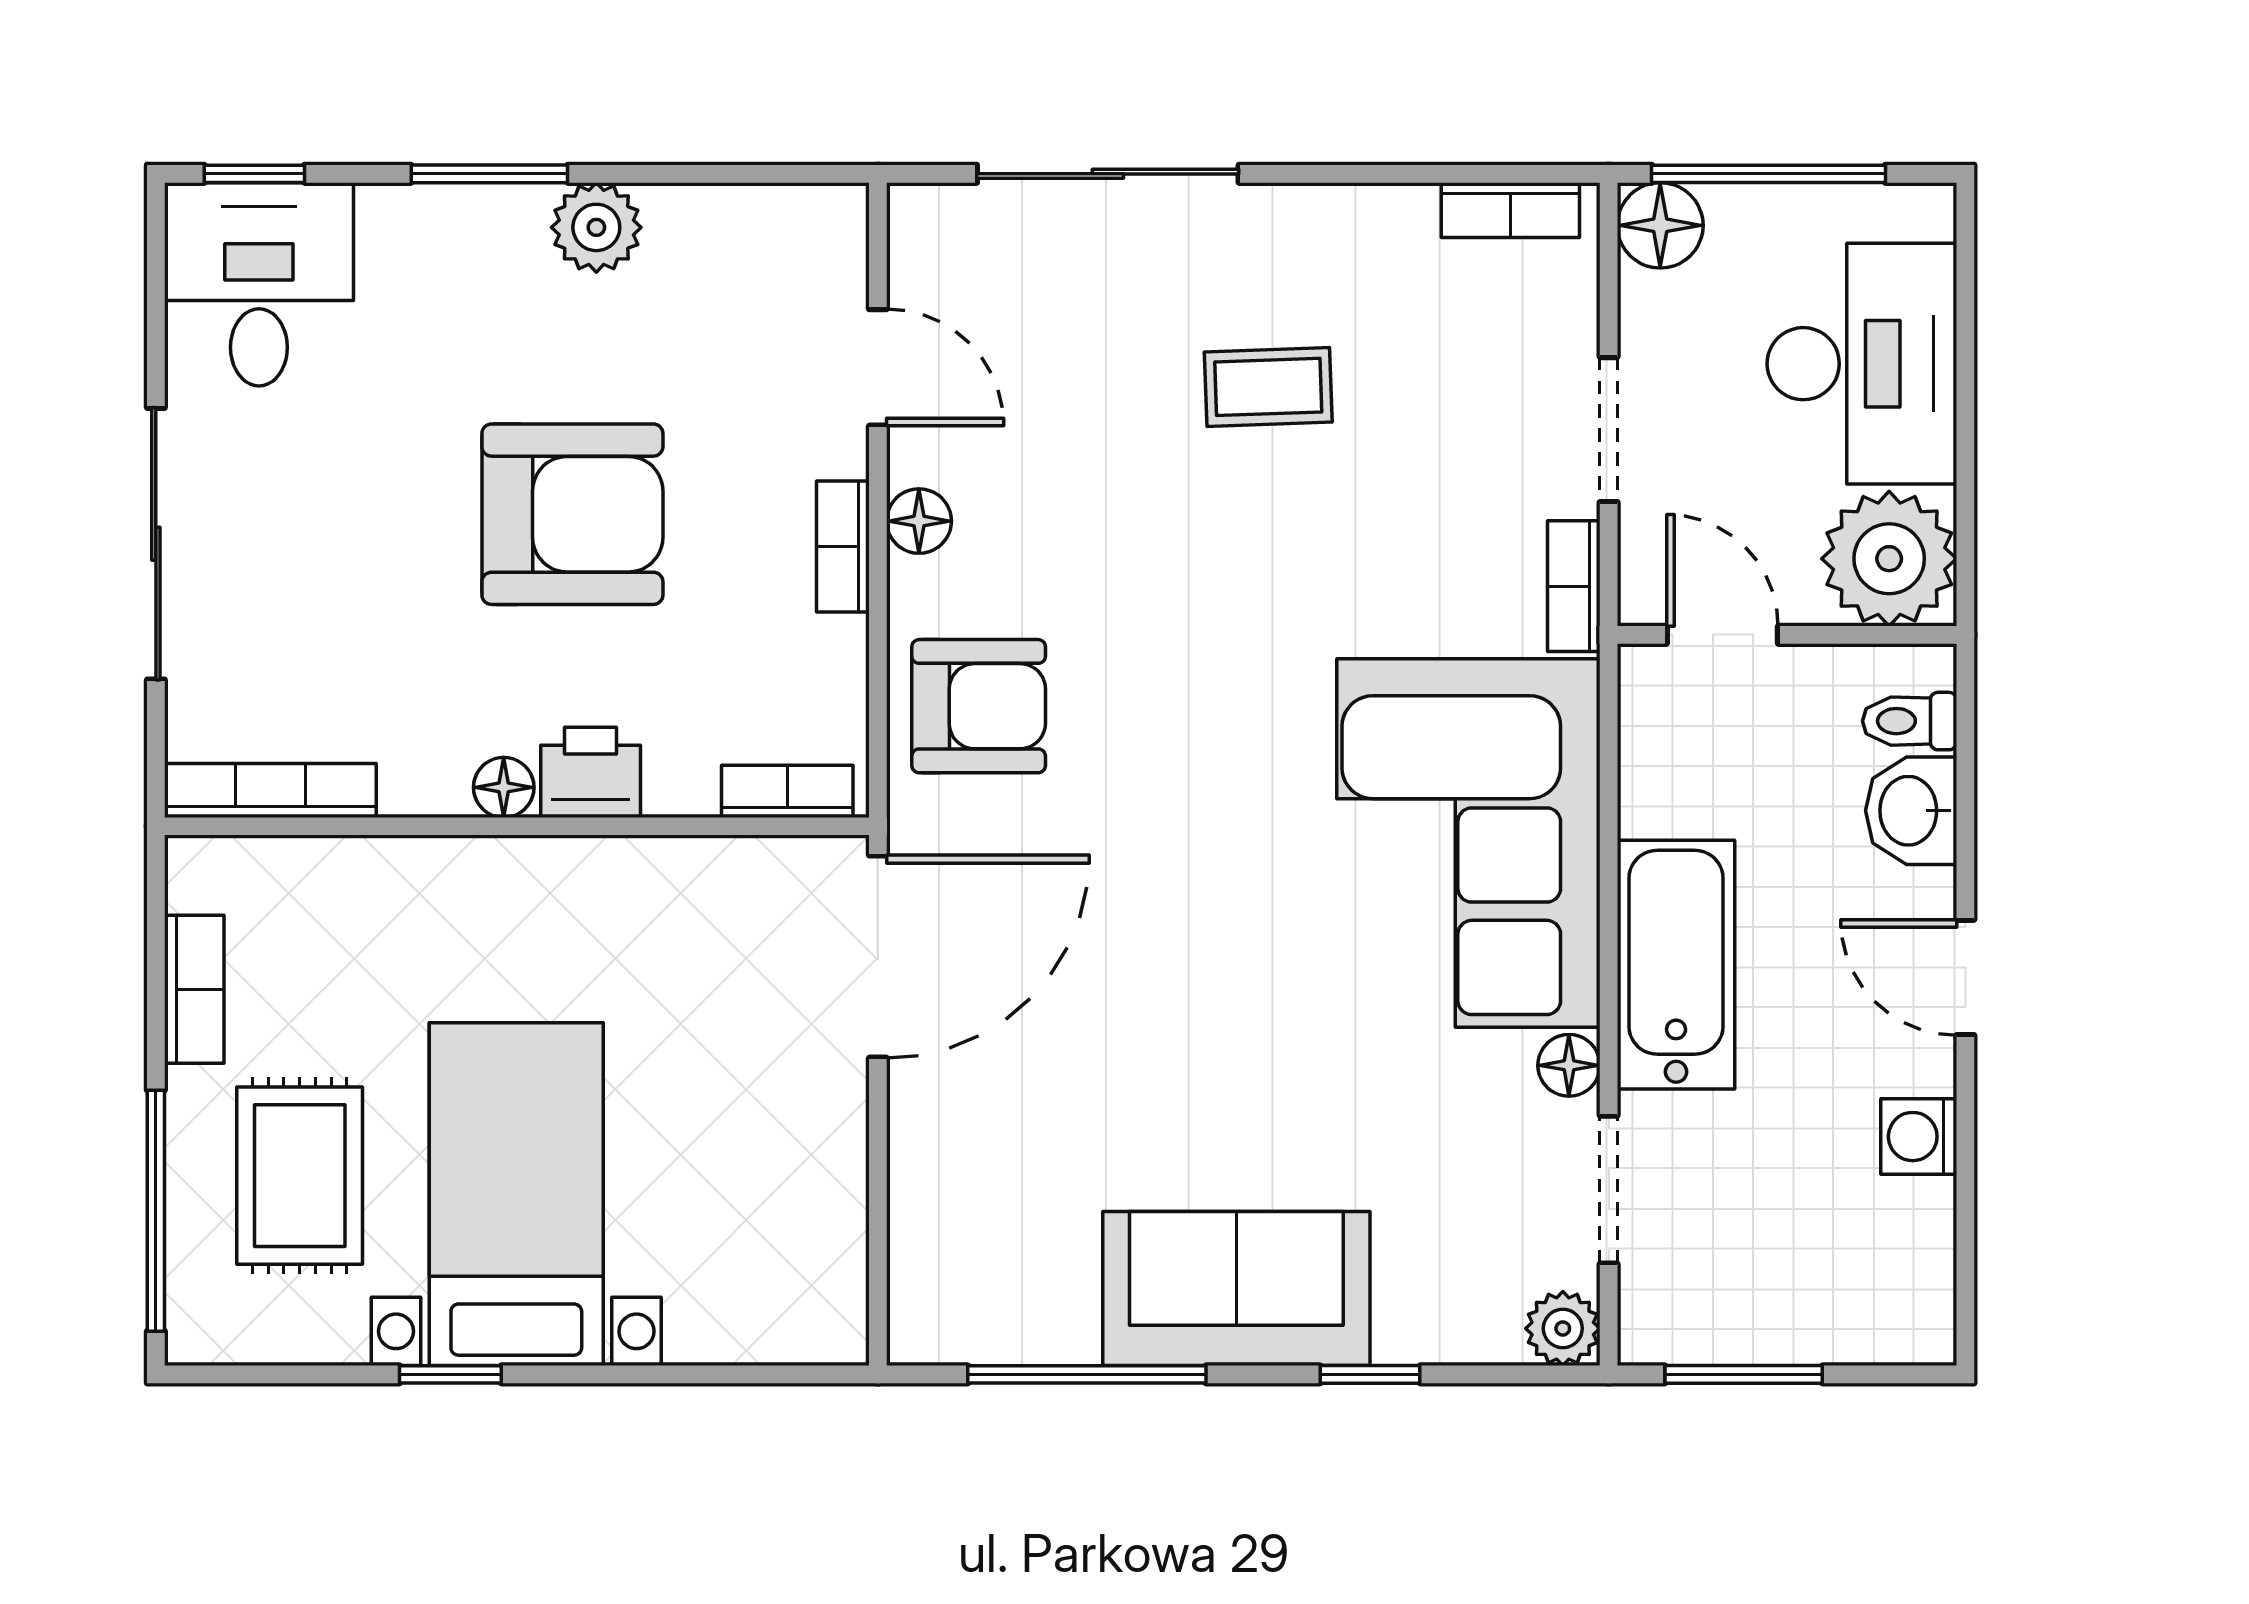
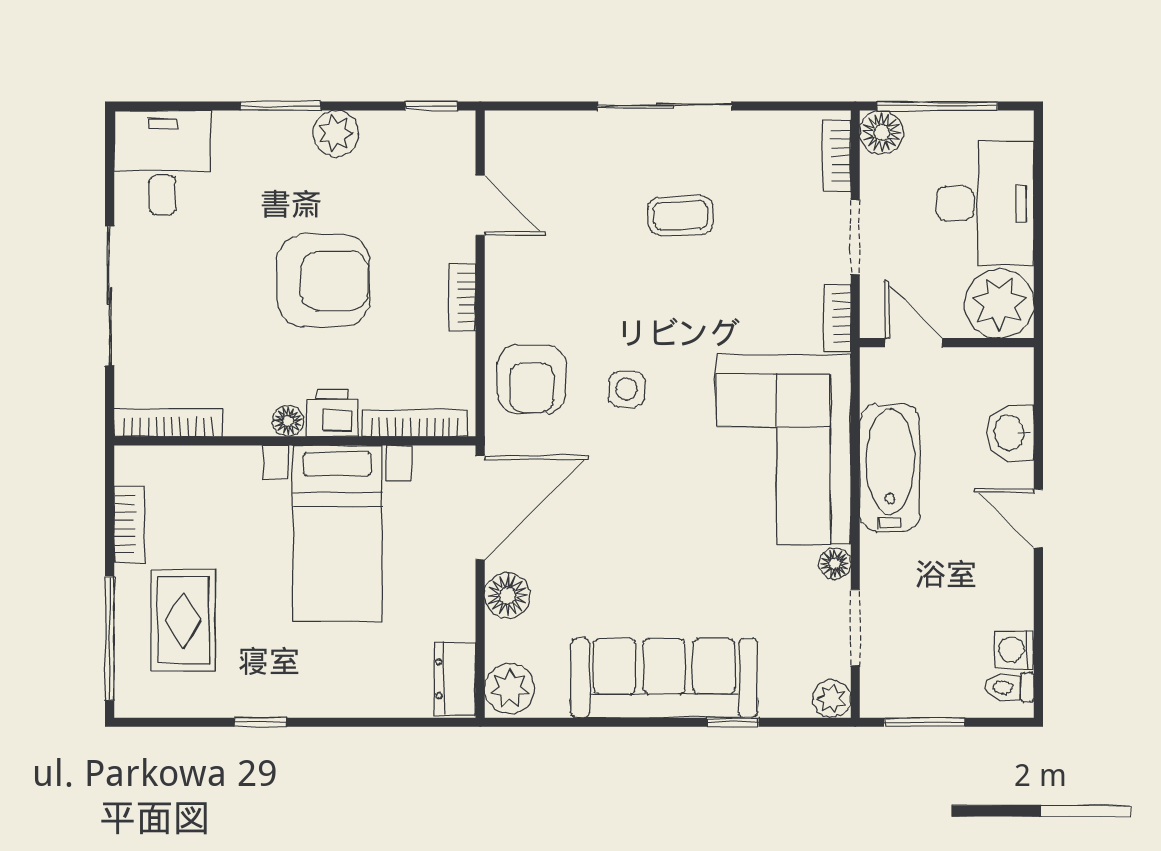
window: (254, 174) -> (431, 106), moved
sliding door: (1108, 174) -> (665, 106), moved
bookcase: (1510, 210) -> (837, 156), moved, turned 90
floor lamp: (919, 521) -> (507, 595), moved, width x1.37, depth x1.37
armchair: (979, 706) -> (532, 379), turned 90
toilet: (1910, 721) -> (1010, 687), moved
side table: (1164, 725) -> (627, 389), added
bookcase: (787, 791) -> (415, 423), width x1.56
bathtub: (1676, 965) -> (890, 468), moved
washing machine: (1919, 1137) -> (1014, 649), moved
bed with nightstands: (516, 1194) -> (337, 533), moved, turned 180
sofa: (1236, 1288) -> (664, 678), width x1.36
dresser: (829, 1290) -> (455, 679), added
plant: (935, 1309) -> (510, 689), added
window: (1087, 1374) -> (587, 722), removed

